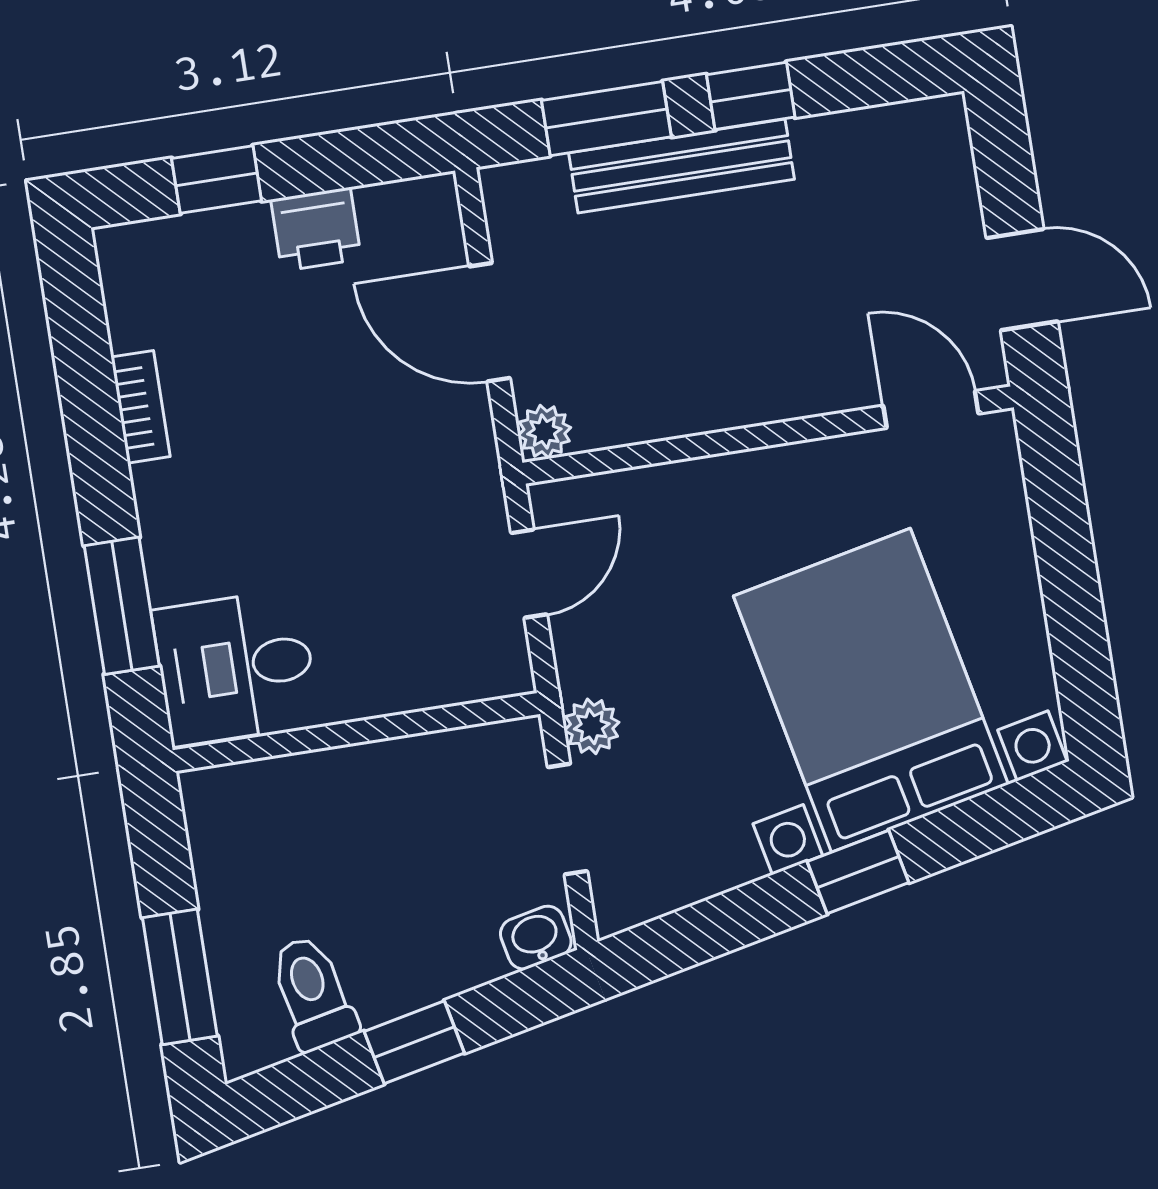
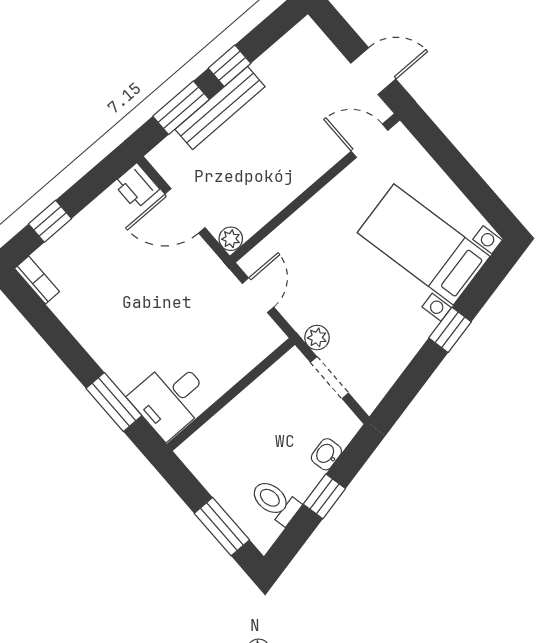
printer: (316, 229) -> (136, 186), moved, turned 90
bookcase: (141, 407) -> (37, 280), moved
bed with nightstands: (871, 690) -> (424, 244), width x0.73
washbasin: (536, 938) -> (326, 454), moved

